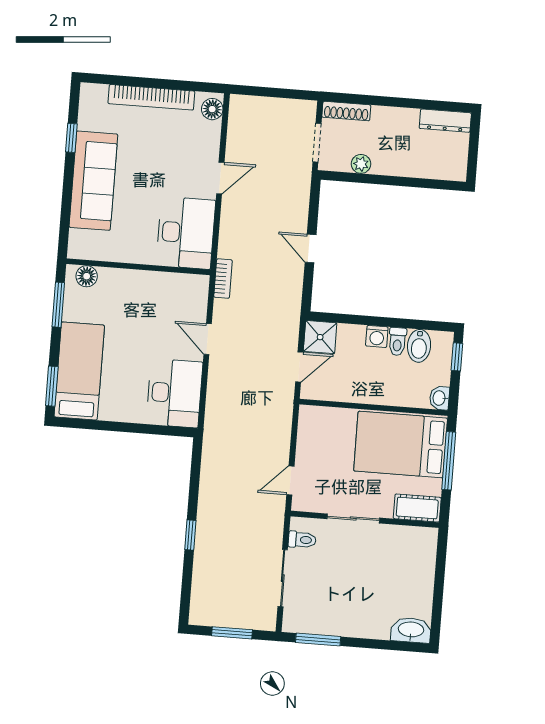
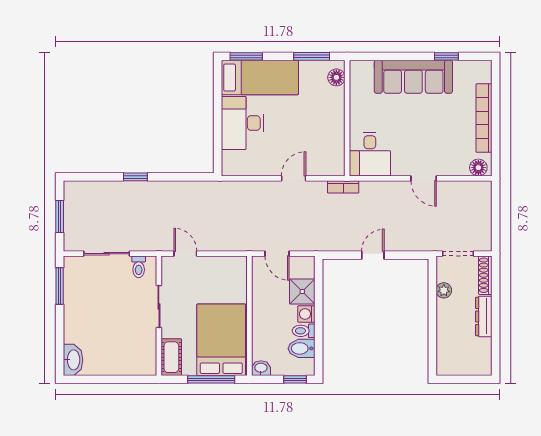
dresser: (445, 121) -> (484, 316), moved
desk: (186, 233) -> (370, 154), width x0.73
shower: (320, 337) -> (302, 291), moved
desk: (174, 393) -> (242, 123), moved, turned 90

